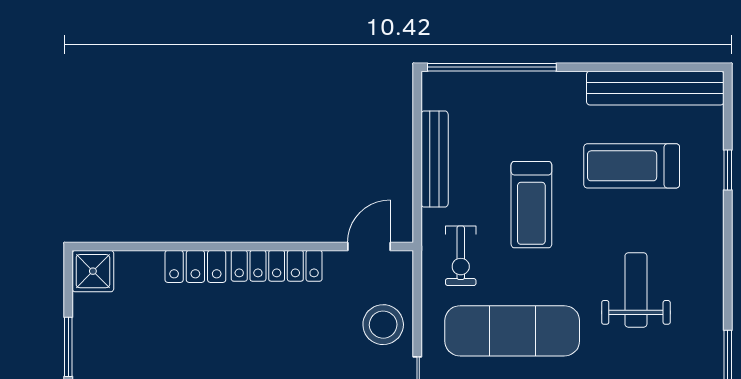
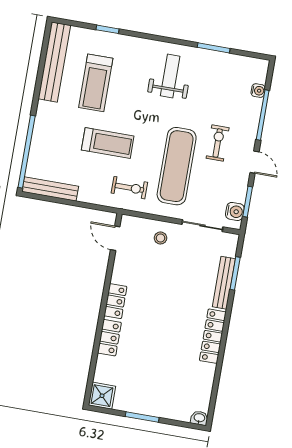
bench: (435, 159) -> (50, 189), moved
locker: (277, 266) -> (115, 301), width x0.66
weight bench: (636, 290) -> (170, 76), moved, turned 90
stool: (383, 325) -> (160, 238), width x0.53, depth x0.53

